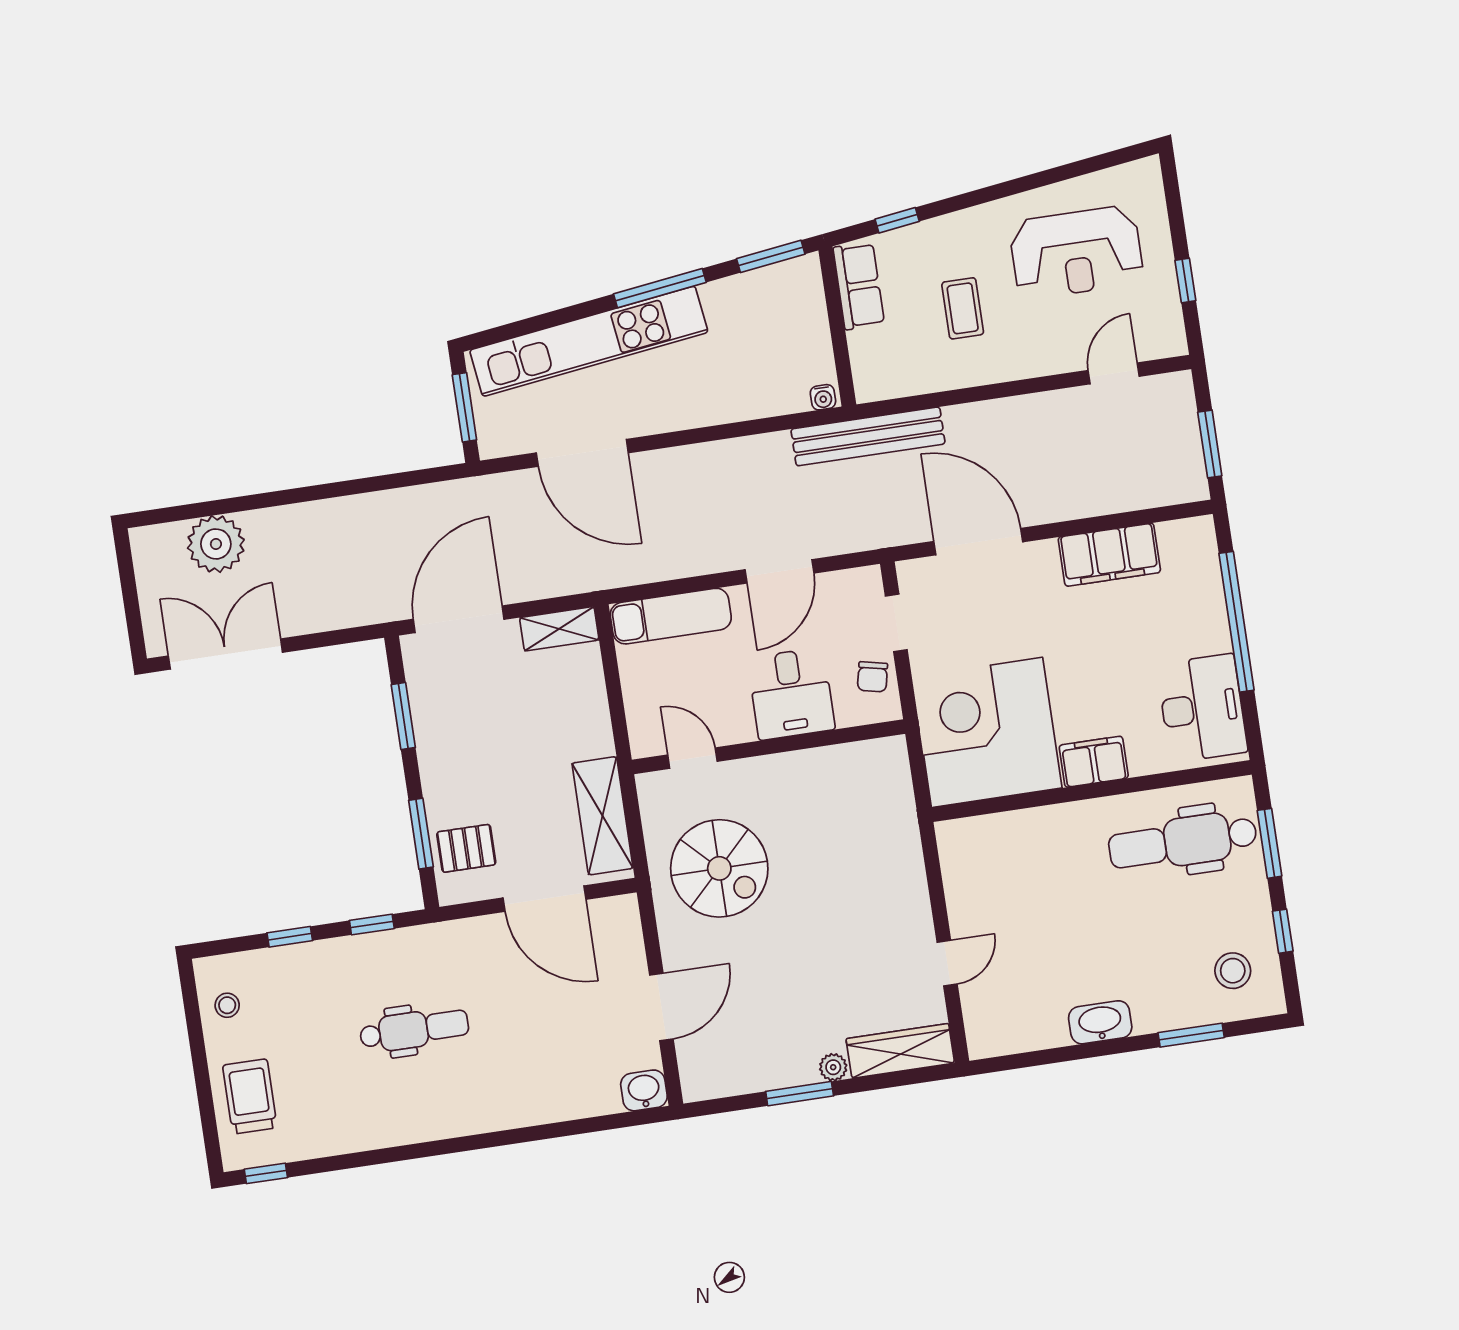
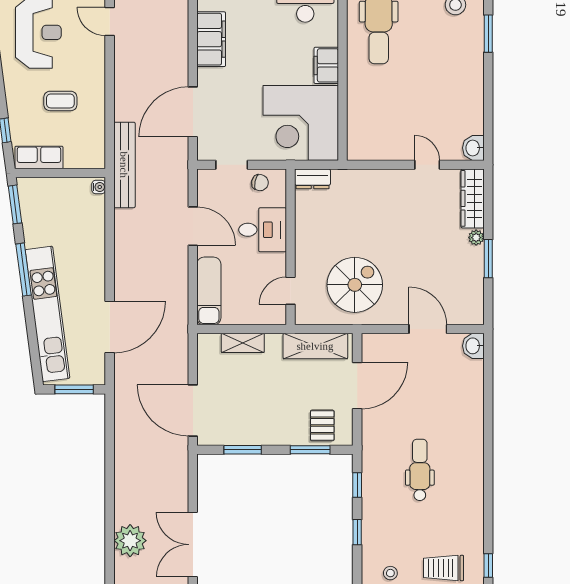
shelving: (559, 629) -> (243, 343), moved, turned 90
dresser: (893, 767) -> (312, 179), added
washbasin: (1100, 1022) -> (473, 148), moved, width x0.72

